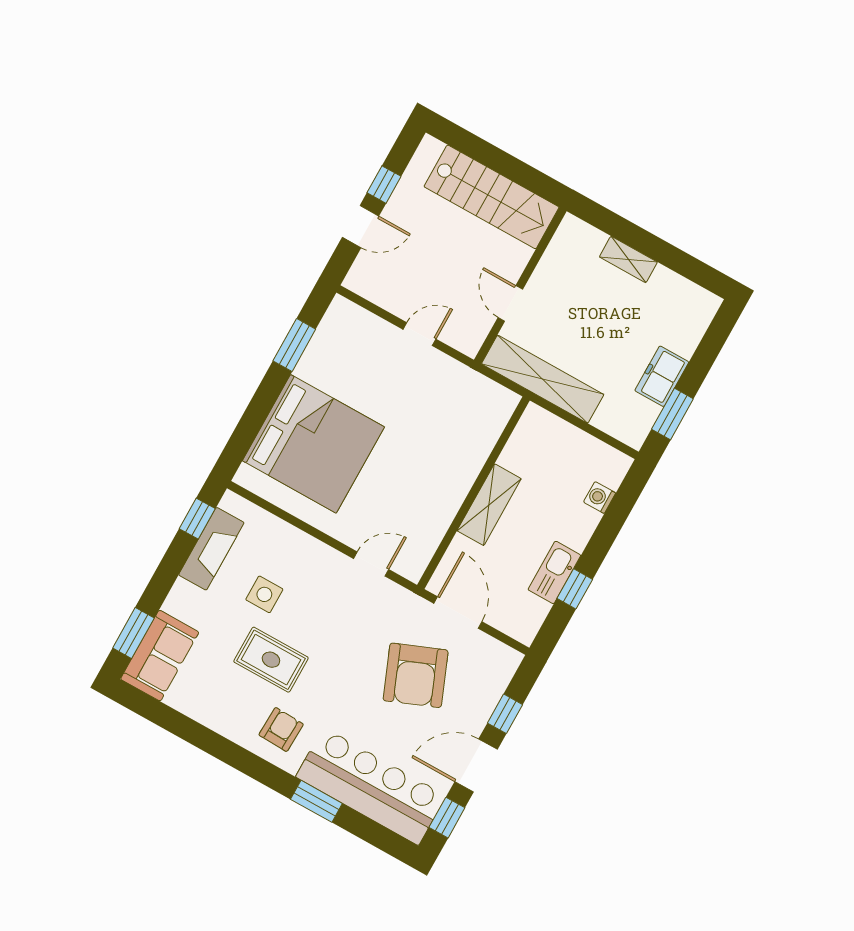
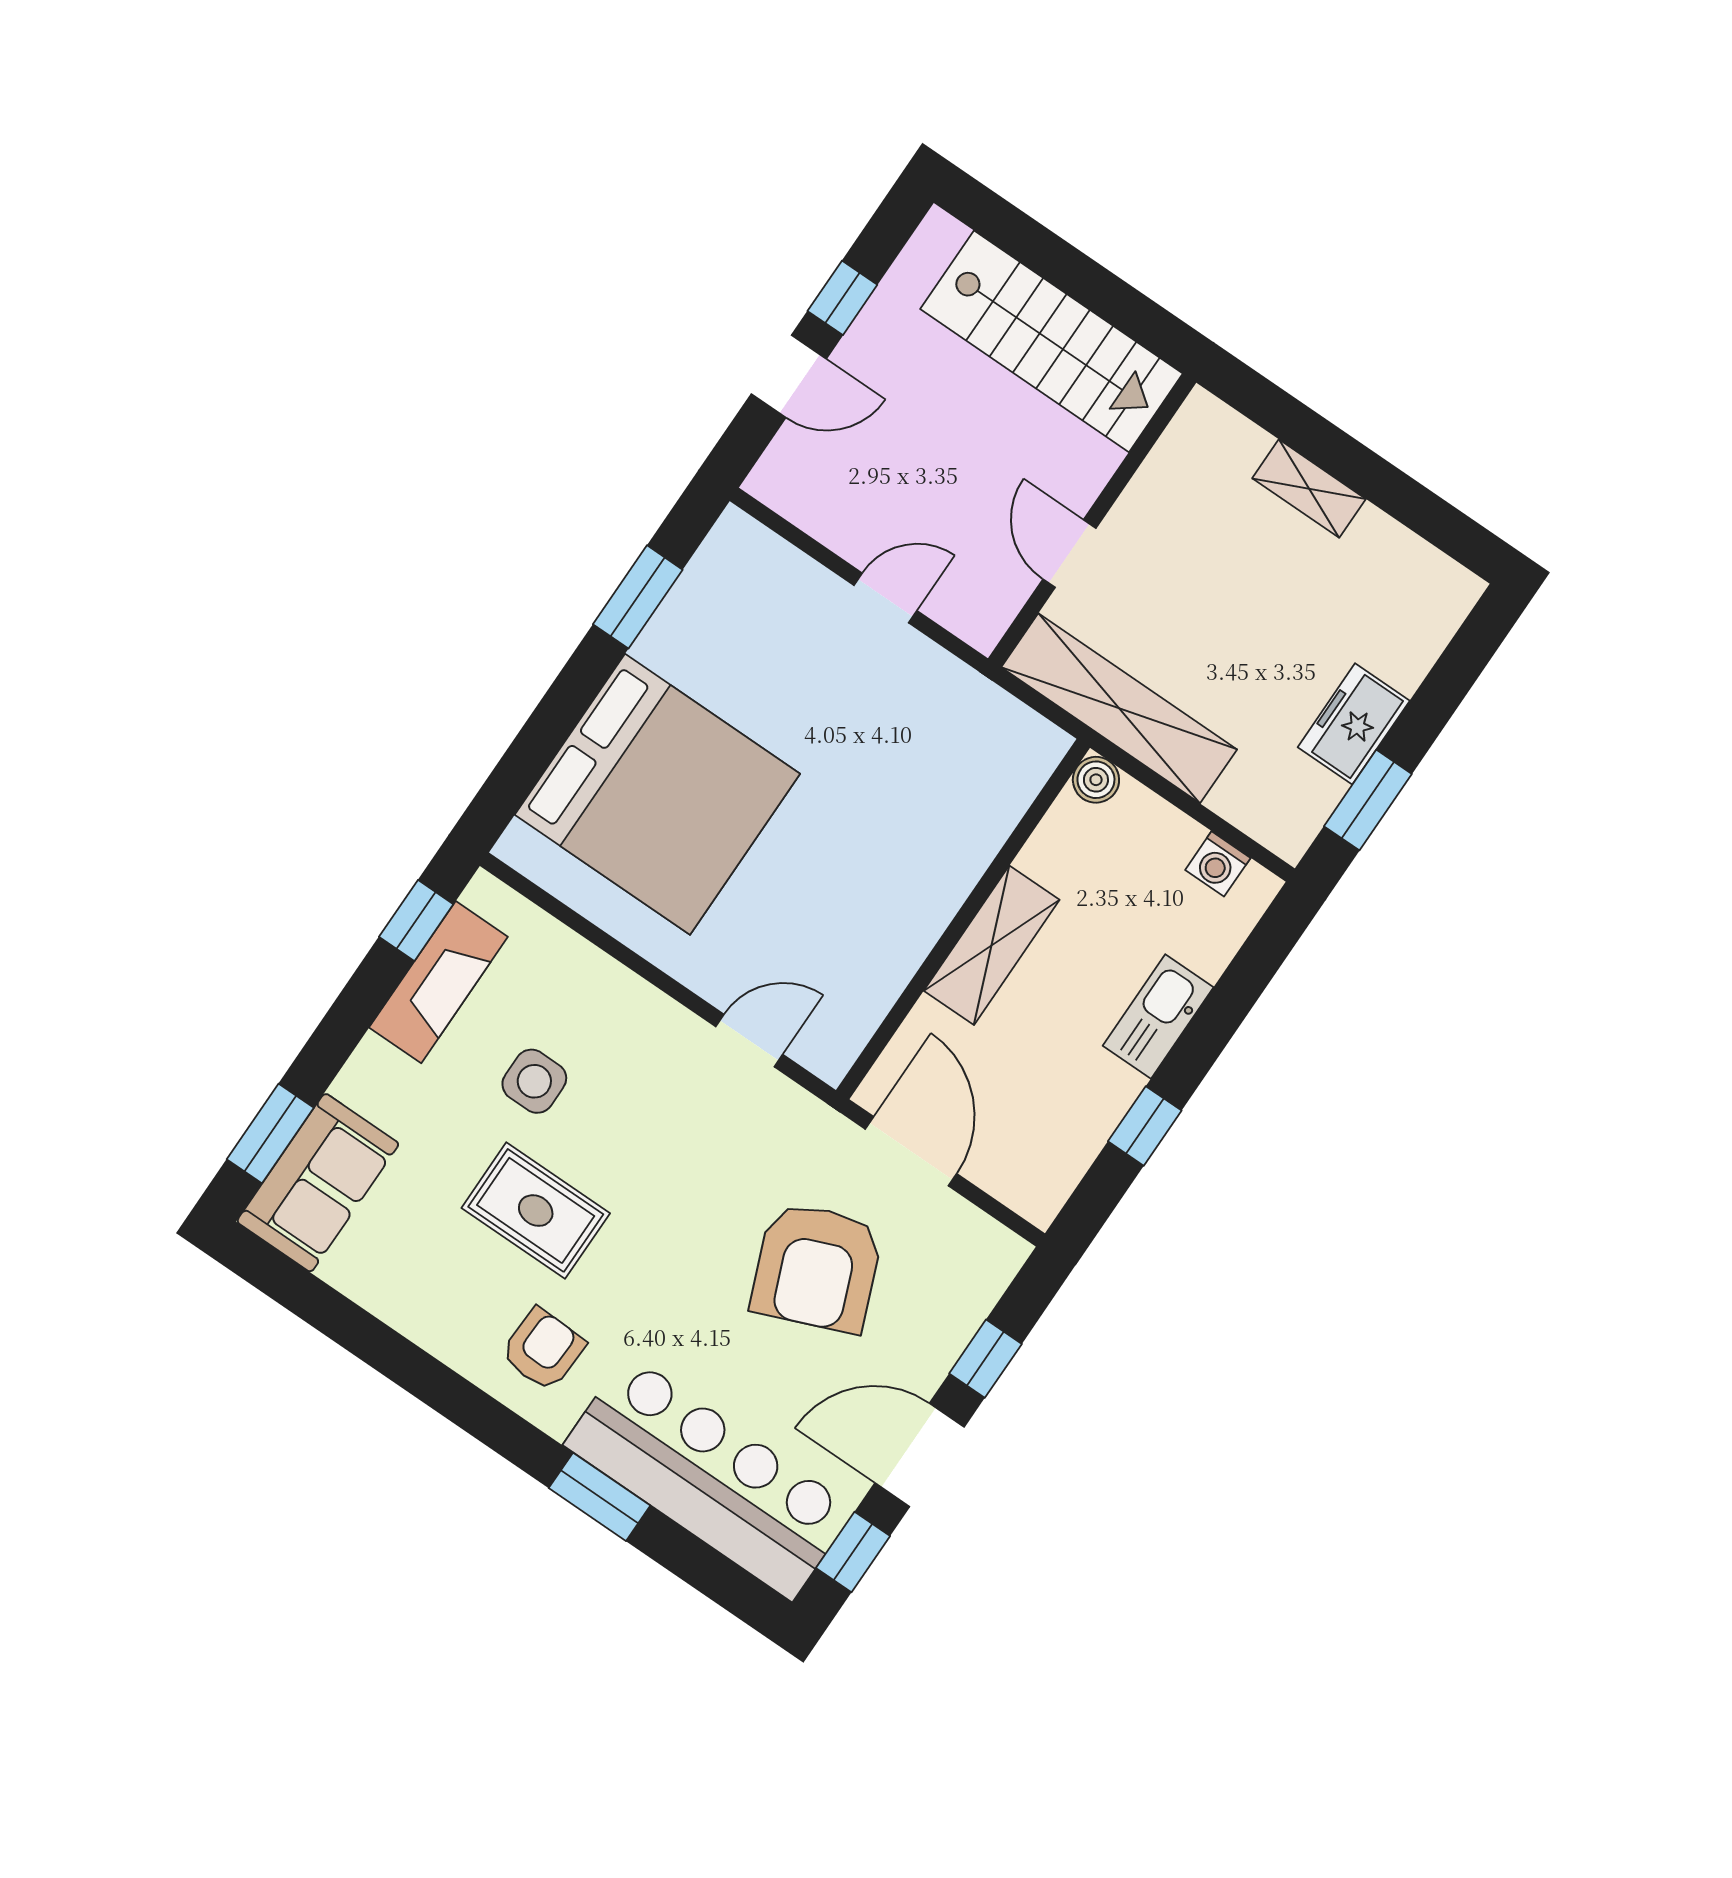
boiler: (534, 416) -> (1096, 780), added
washing machine: (600, 498) -> (1218, 864), moved, turned -90
kitchen sink: (554, 572) -> (1158, 1016), moved

